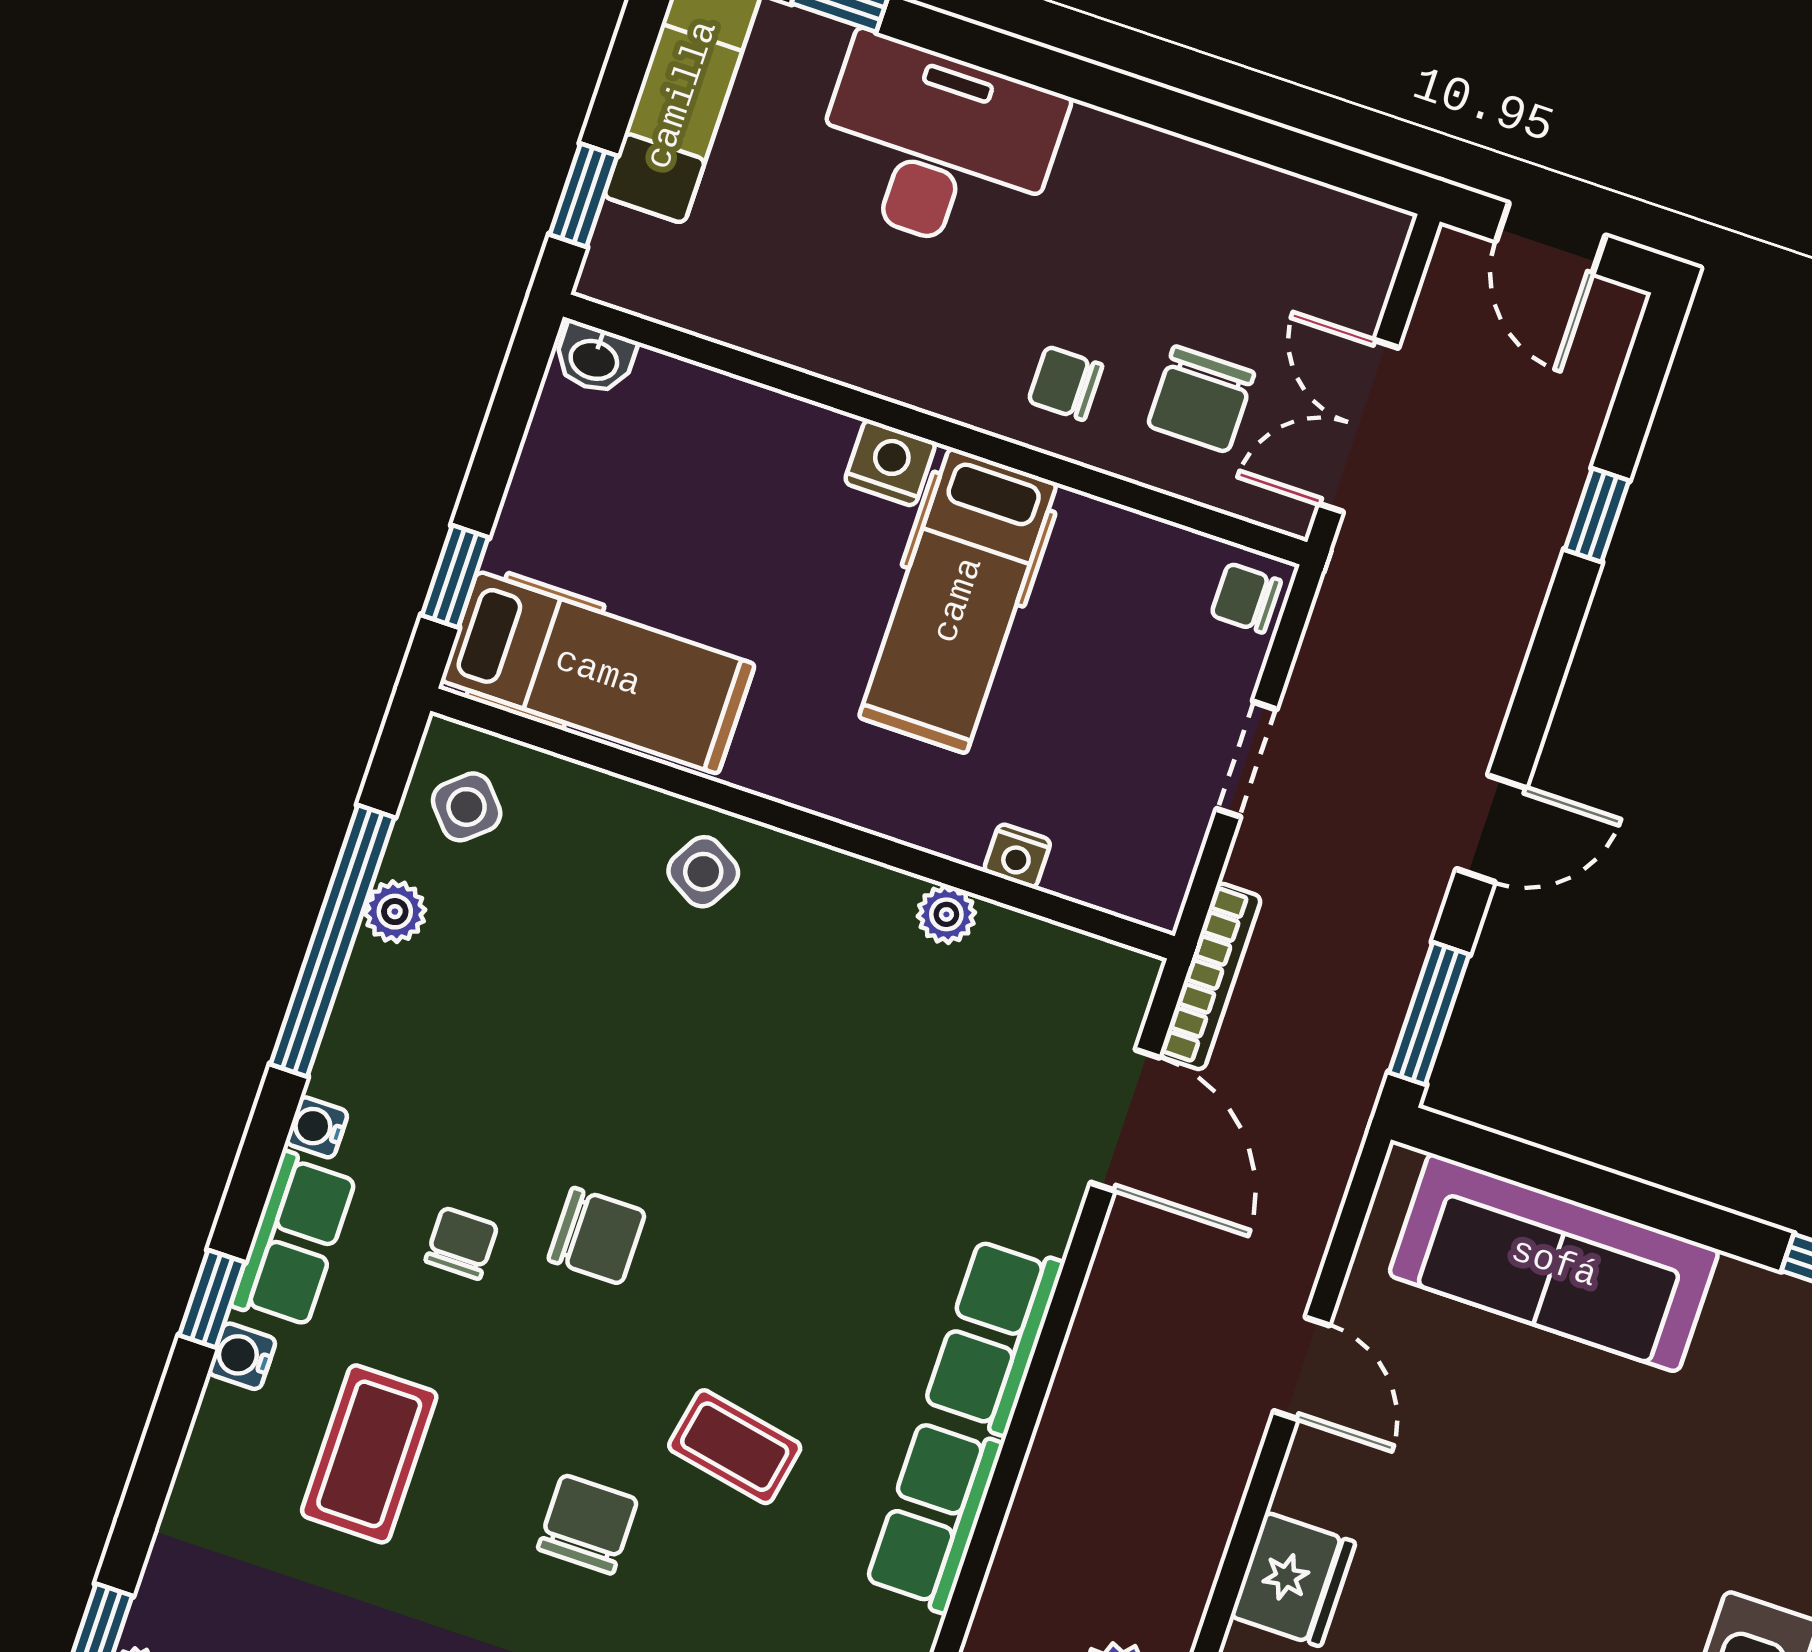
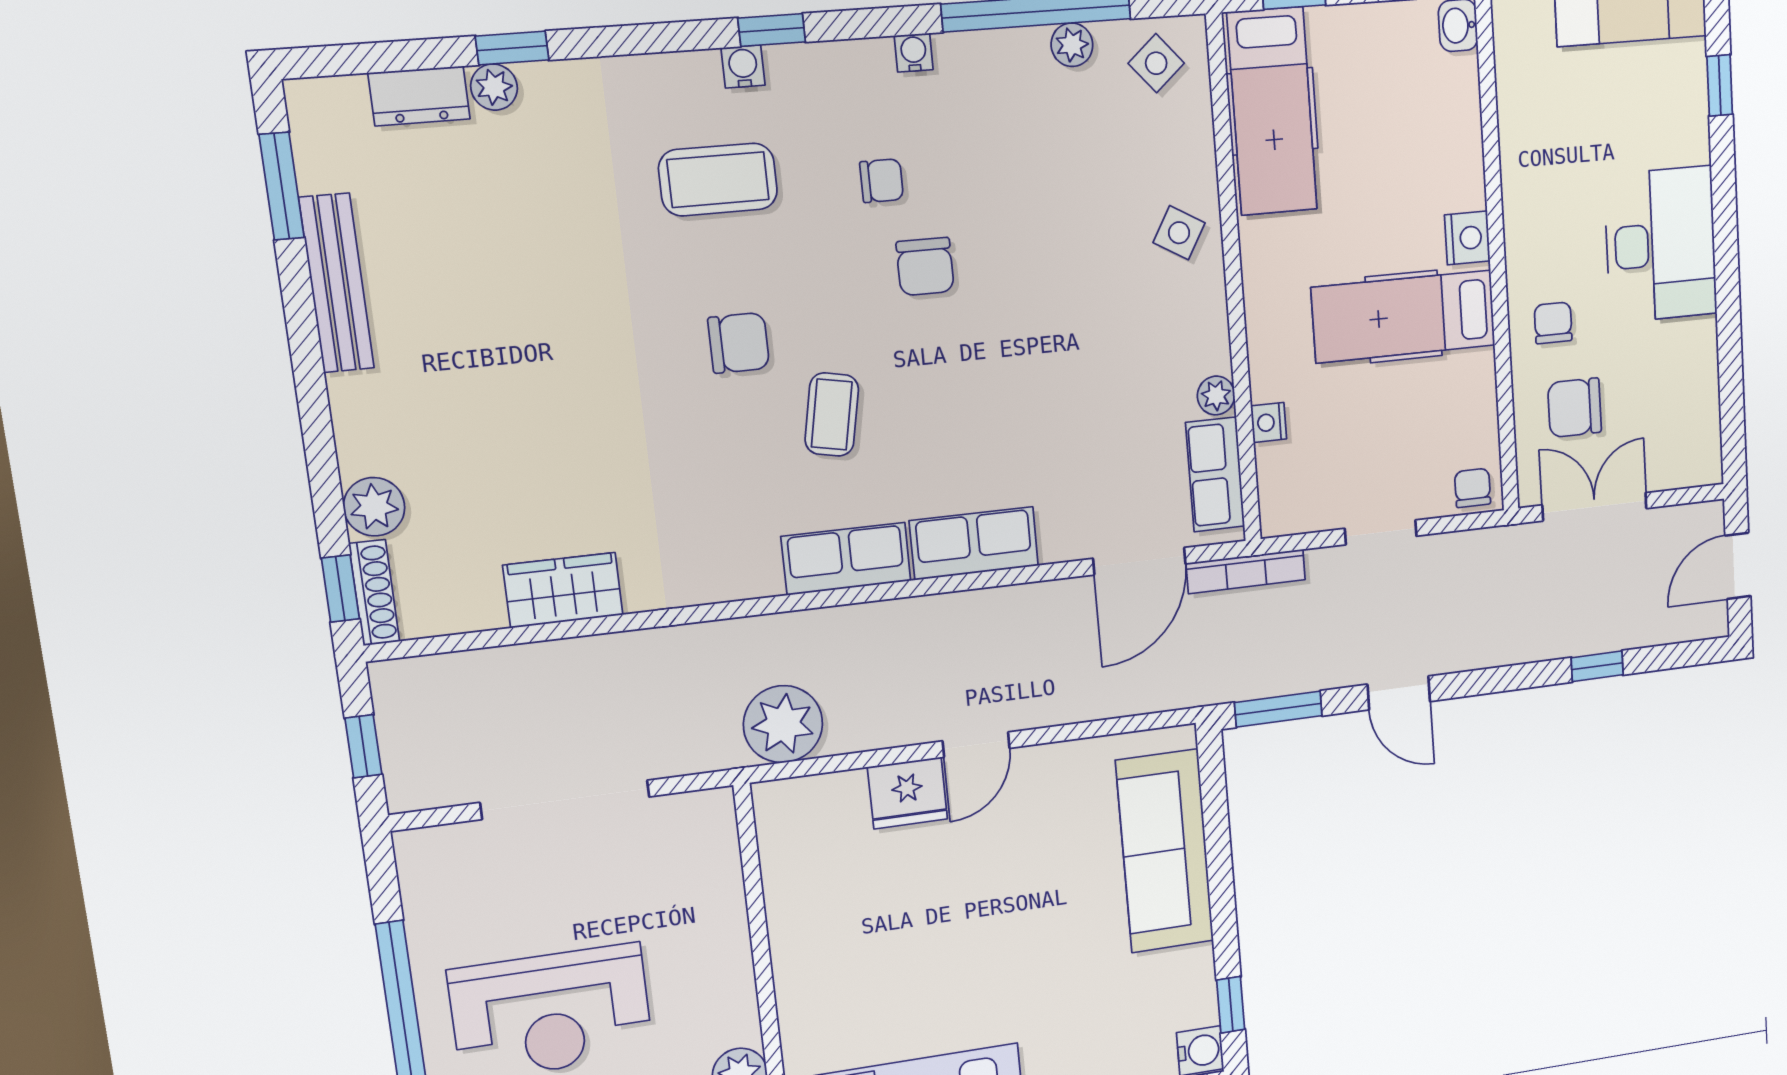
desk: (937, 146) -> (1661, 244), moved
row of seats: (294, 1240) -> (1215, 474), moved, turned 90
door: (1302, 1368) -> (976, 745), moved

